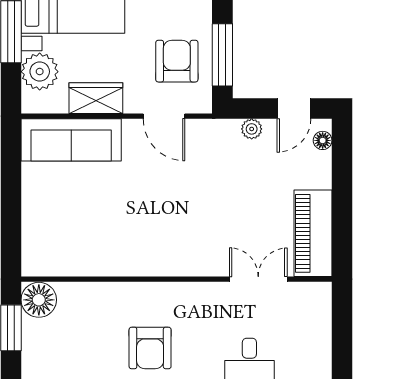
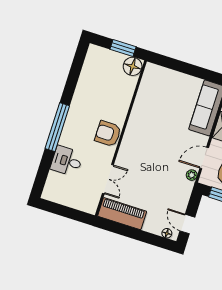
plant: (252, 129) -> (192, 175), moved
armchair: (150, 348) -> (108, 134), moved

